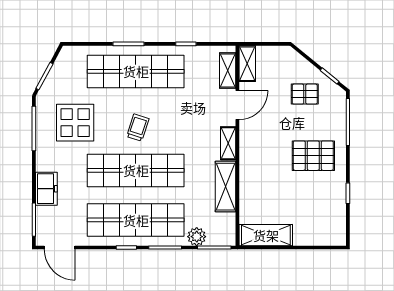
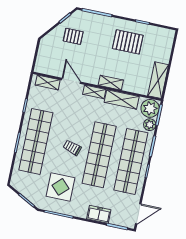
shelving: (247, 64) -> (111, 83), moved
pallet: (305, 94) -> (73, 36), turned 90
pallet: (313, 156) -> (128, 42), moved, turned 90
plant: (221, 232) -> (150, 108), added

